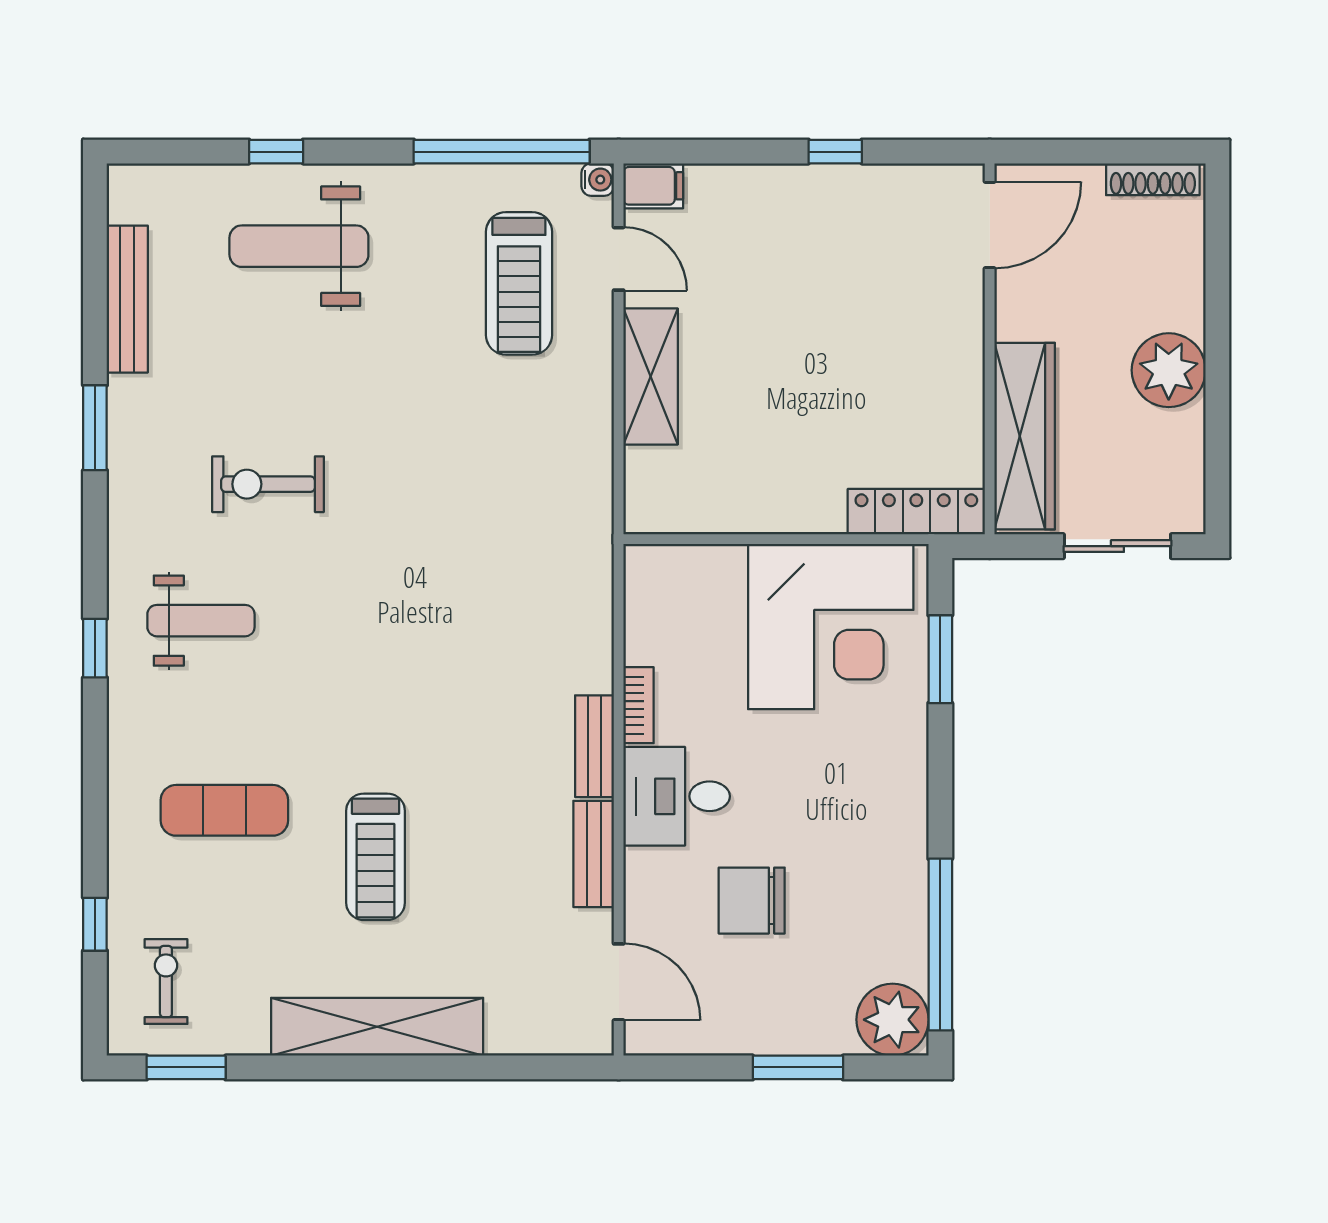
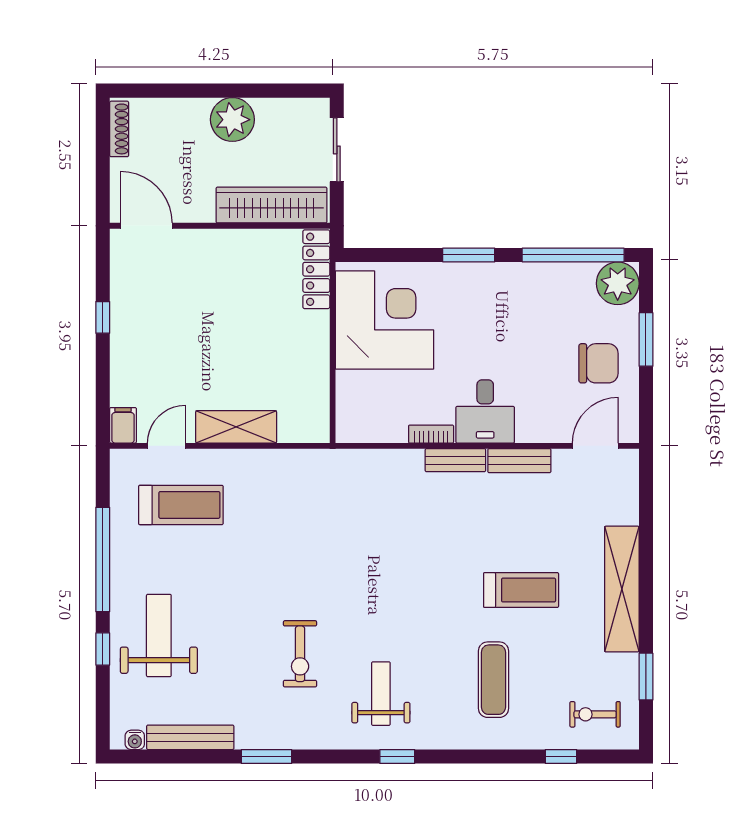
window: (502, 152) -> (103, 559), moved
water cooler: (598, 180) -> (135, 740), moved, turned 180
weight bench: (299, 246) -> (159, 635), turned 180
window: (940, 659) -> (469, 255), moved
chair: (752, 901) -> (598, 363), moved, turned -90
window: (186, 1067) -> (646, 677), moved

